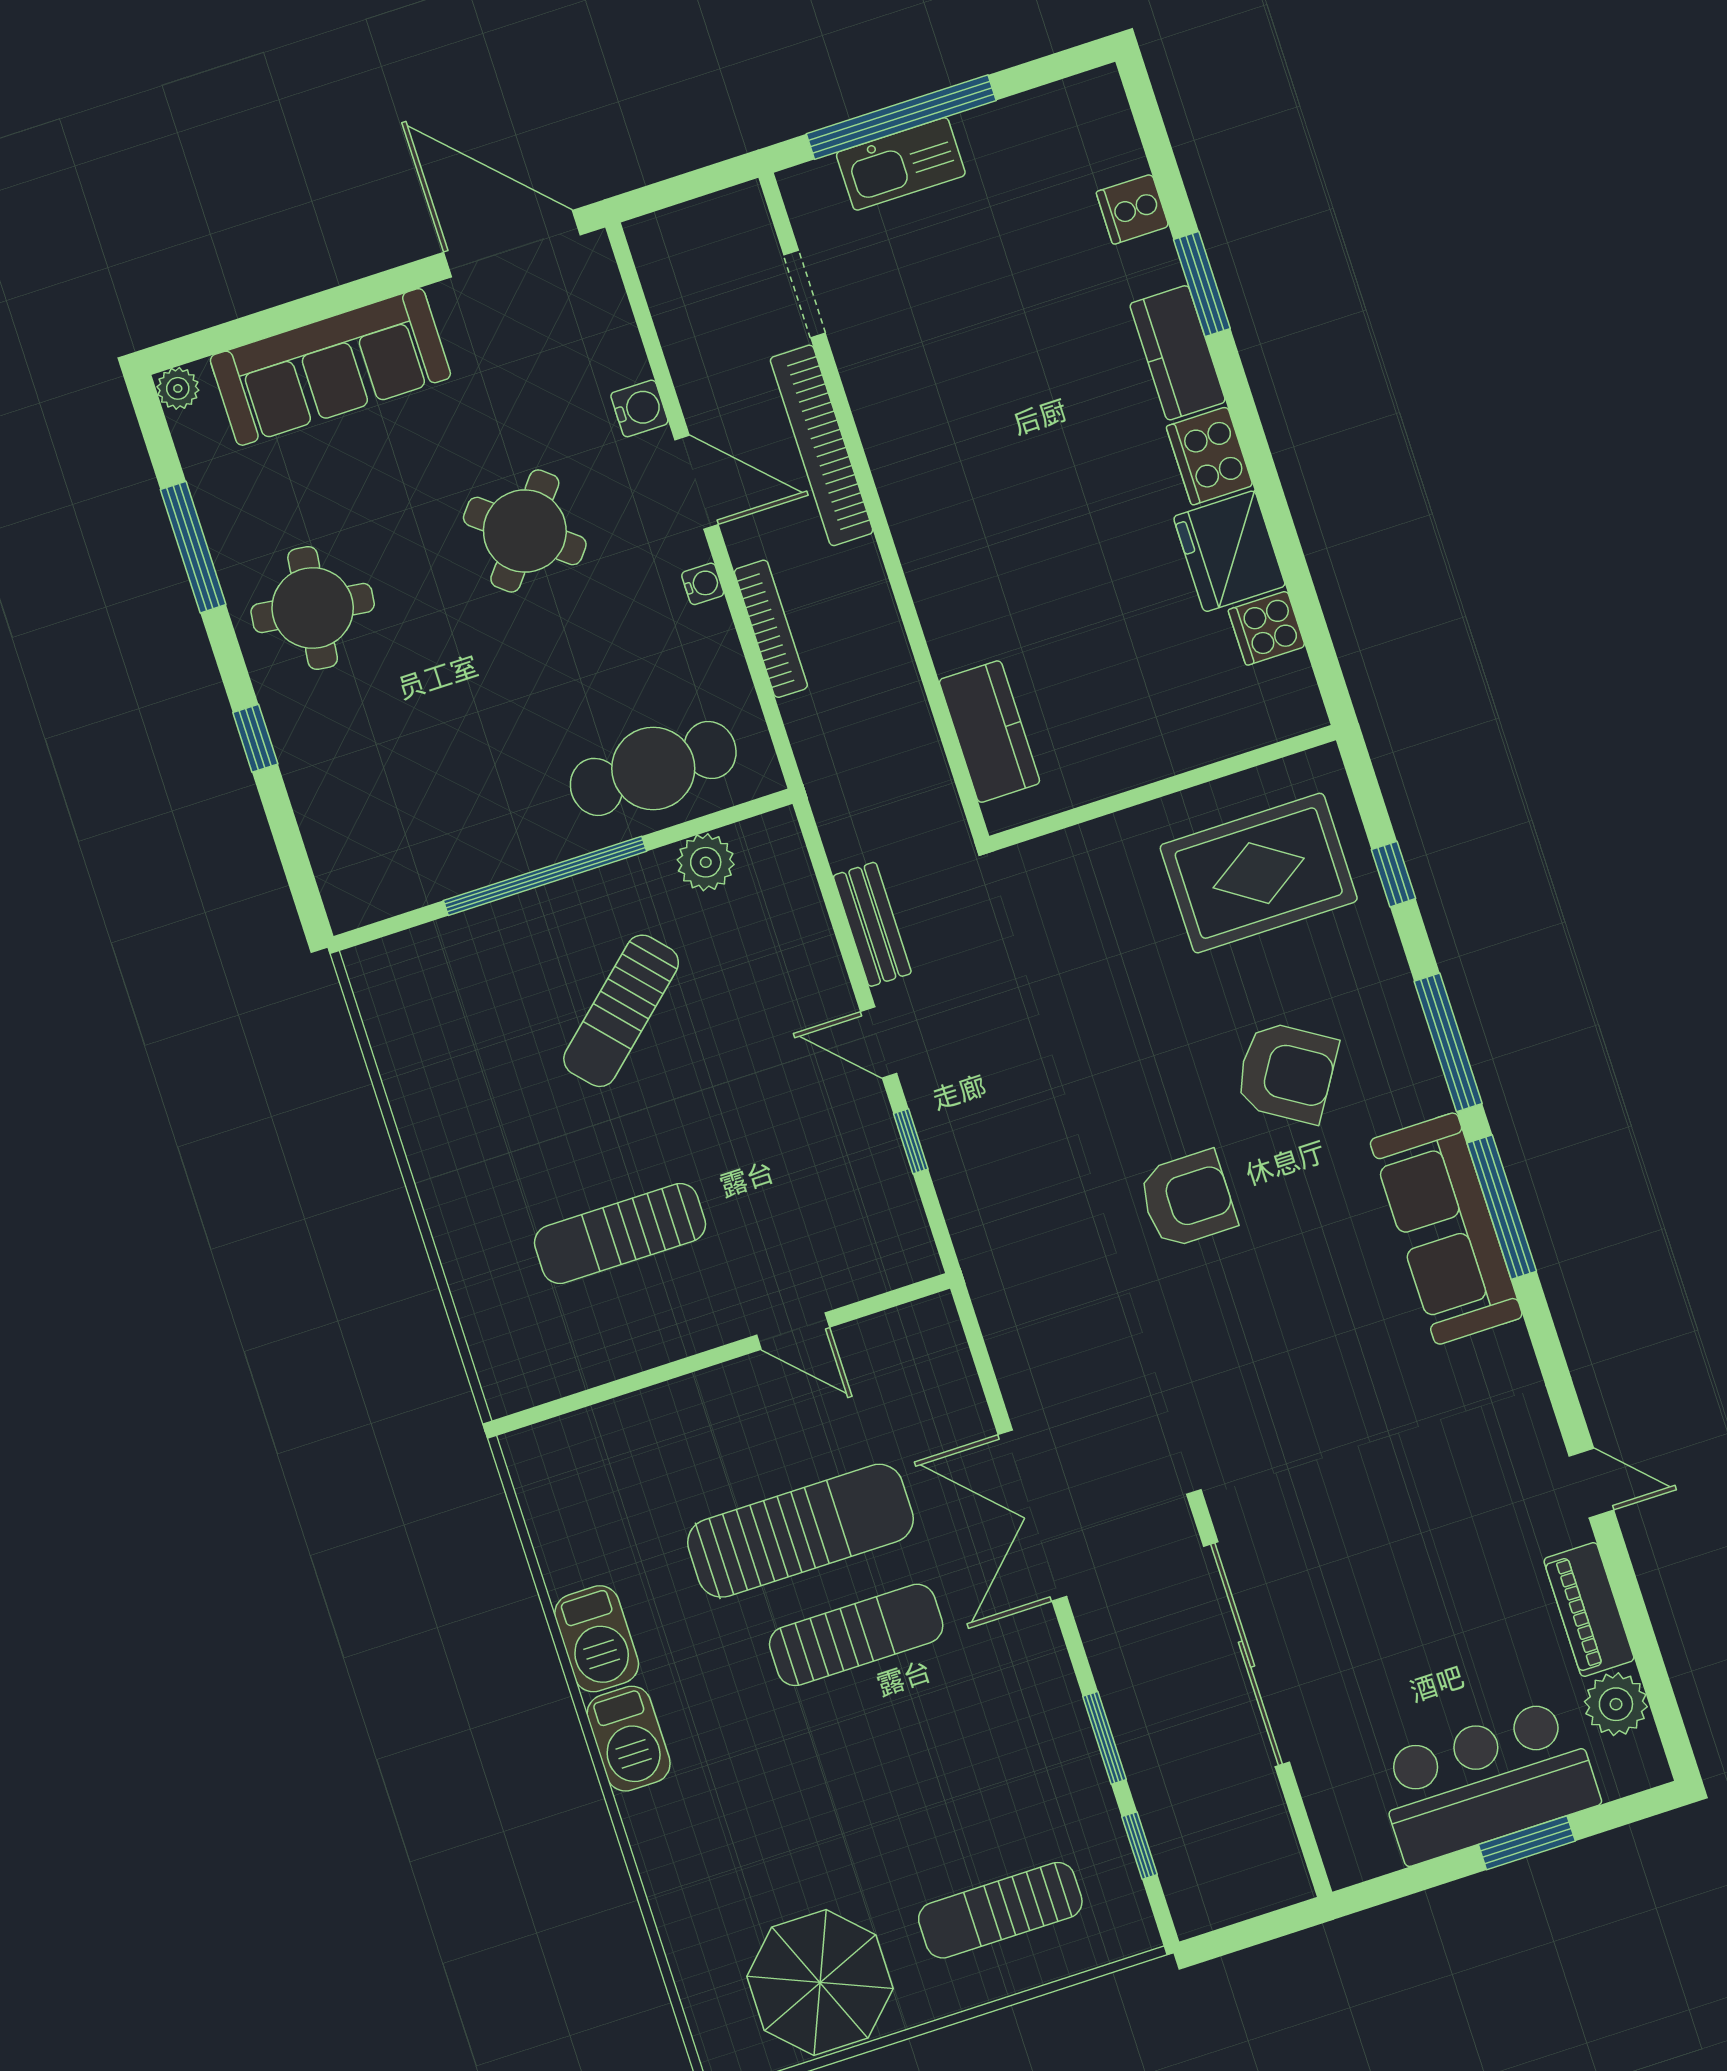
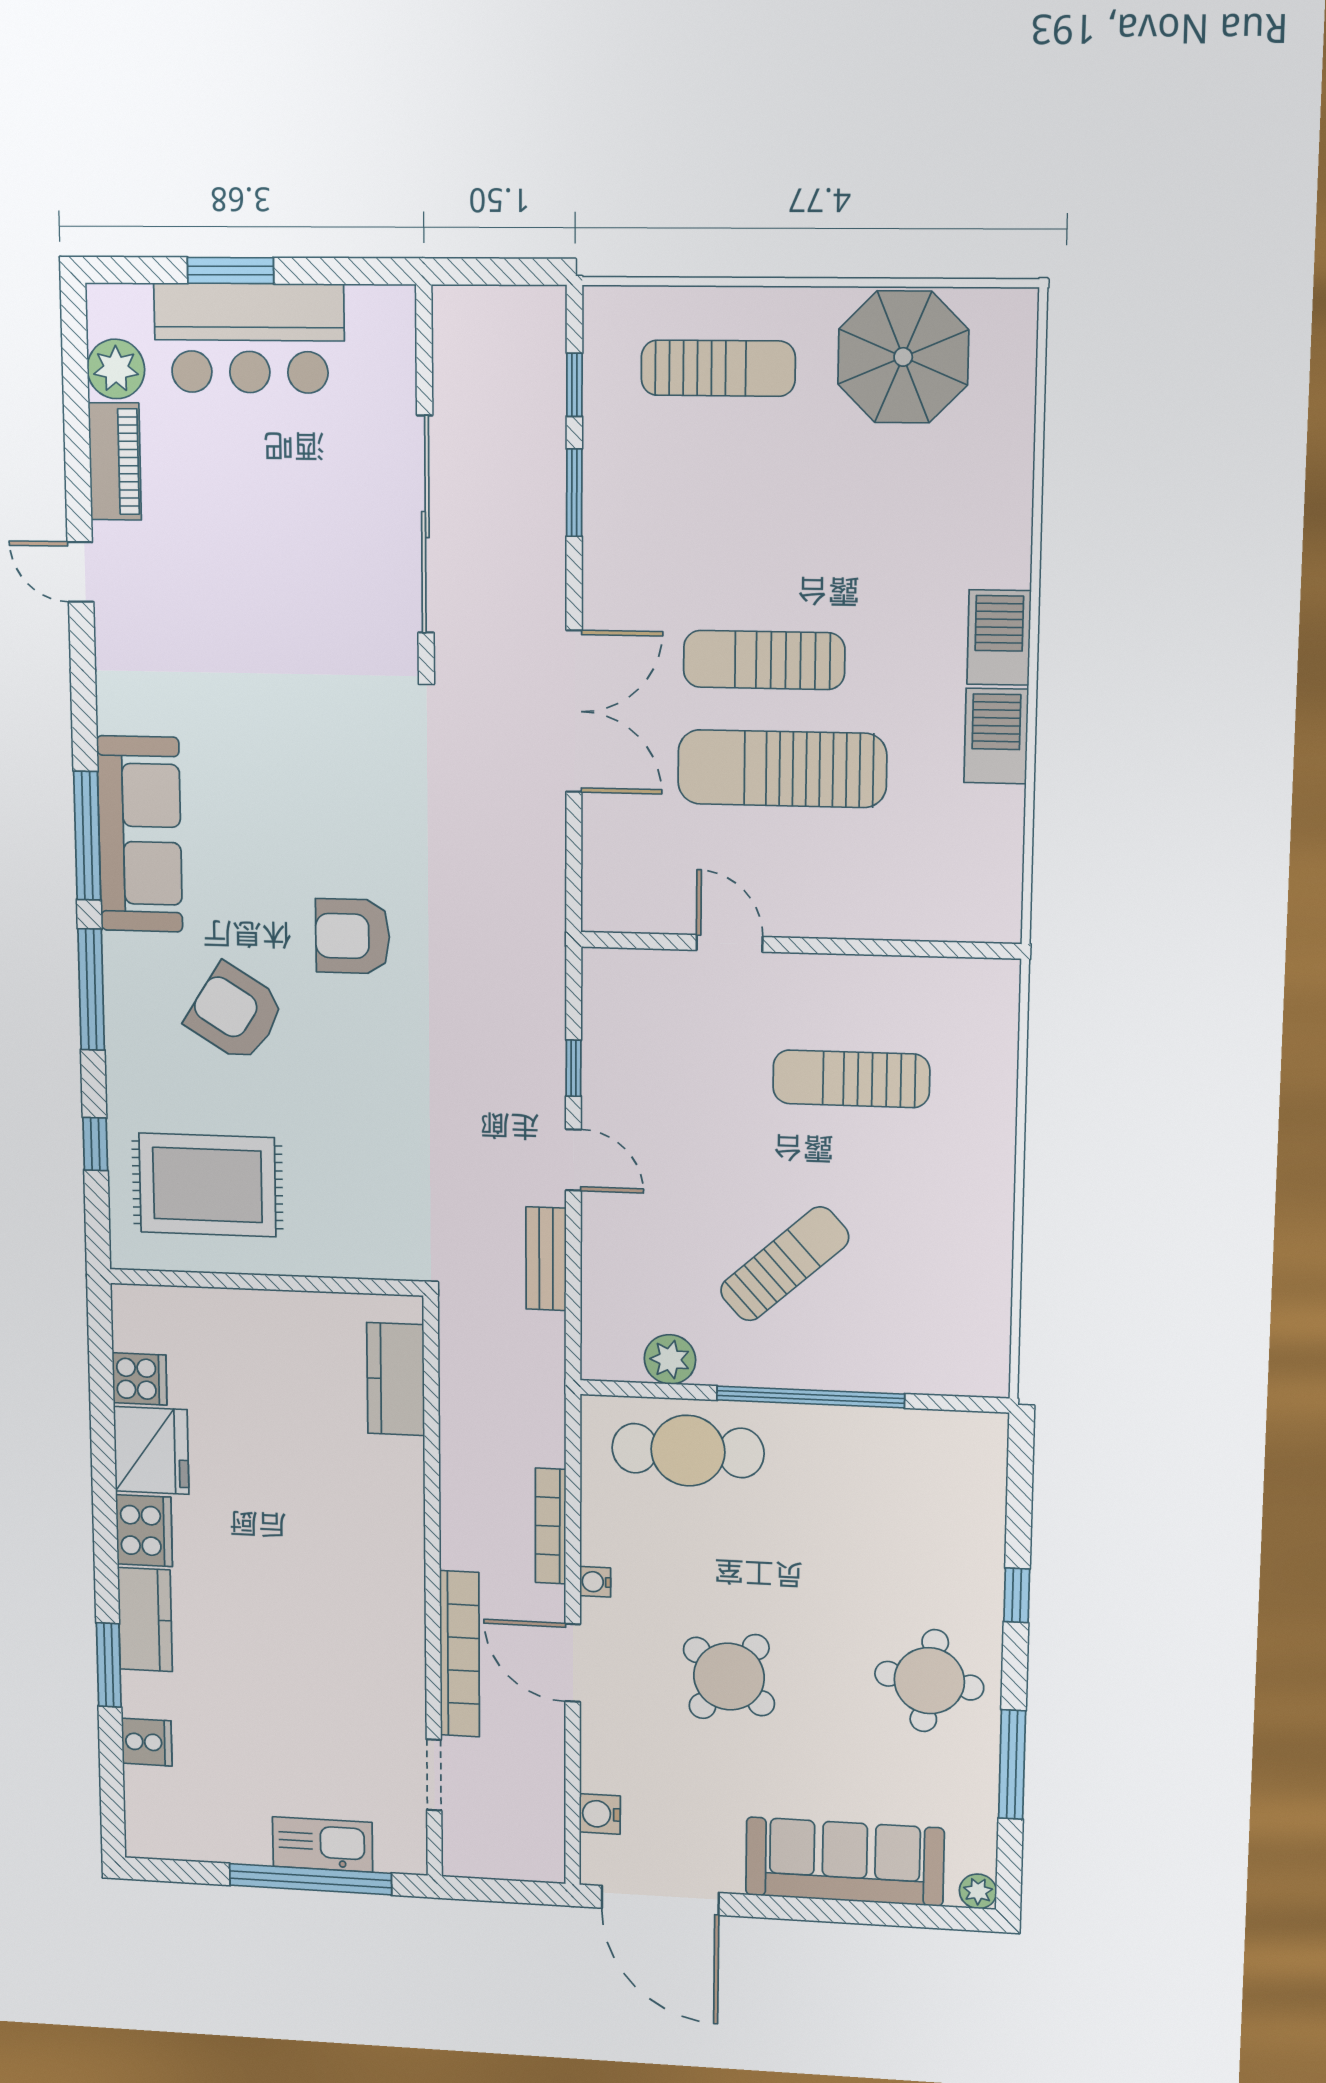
water cooler: (639, 408) -> (600, 1814), moved
sun lounger: (620, 1234) -> (851, 1079), turned 180

